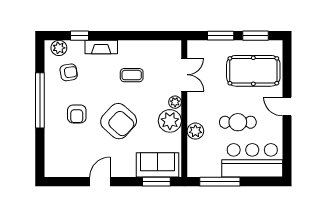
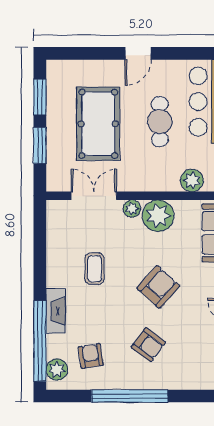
window: (80, 36) -> (40, 341), width x3.17
pool table: (253, 71) -> (98, 124), moved
armchair: (77, 114) -> (148, 345), turned 37
armchair: (119, 121) -> (158, 287), width x0.73, depth x0.73
plant: (195, 131) -> (192, 180), moved

